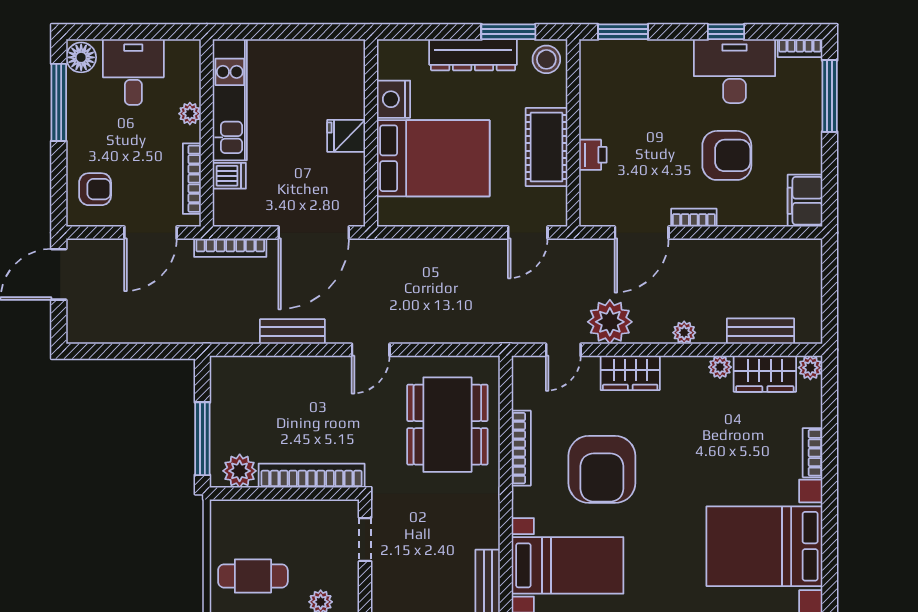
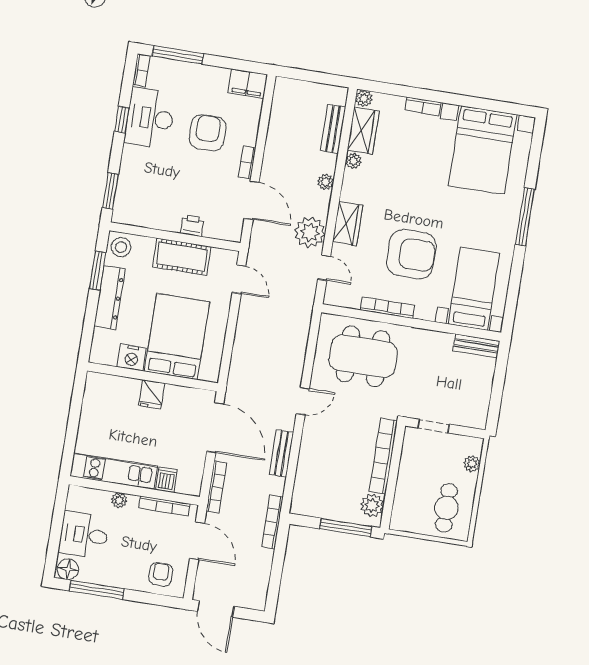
bookcase: (194, 334) -> (272, 522), added
door: (371, 350) -> (303, 401), hinge flipped

